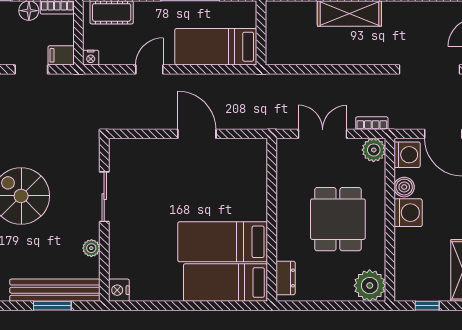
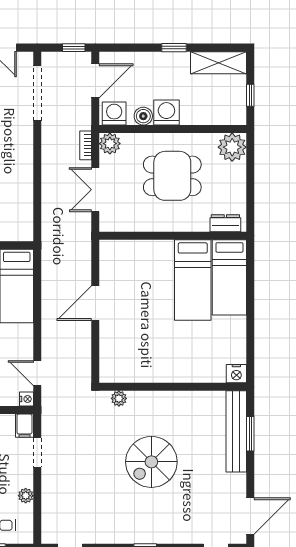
door: (149, 69) -> (37, 373), moved
sliding door: (104, 197) -> (152, 387), removed
plant: (91, 248) -> (119, 398), moved

